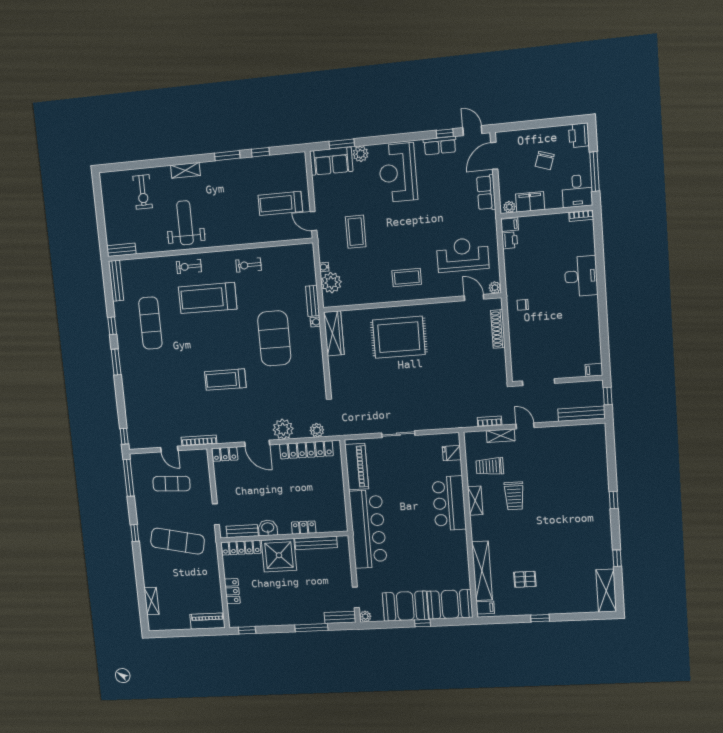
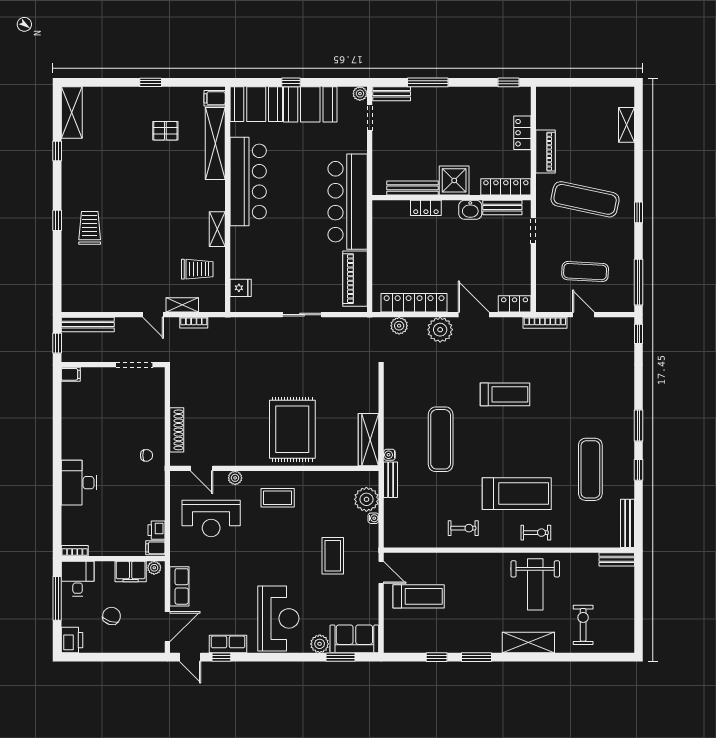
shelving: (185, 170) -> (528, 643), width x1.50, depth x1.33
plant: (495, 288) -> (235, 478), moved
rug: (399, 337) -> (292, 429), turned 90
exercise mat: (274, 338) -> (441, 439), width x0.68
trolley: (514, 496) -> (90, 228), moved
bar counter: (449, 503) -> (248, 181), moved, width x1.36
shower: (279, 555) -> (454, 180), width x0.73, depth x0.73
piano: (208, 621) -> (545, 152), moved, turned -90

